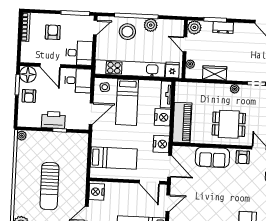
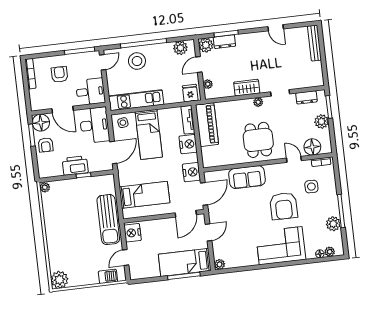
plant: (151, 25) -> (180, 48), moved
dresser: (223, 28) -> (224, 42), moved
door: (185, 44) -> (199, 64), hinge flipped
kitchen unit: (130, 69) -> (136, 100), width x0.73
wardrobe: (215, 73) -> (247, 88), moved
desk: (78, 81) -> (94, 125), width x1.37
piano: (182, 122) -> (207, 125), moved
dining table: (229, 124) -> (258, 140), turned 90
armchair: (243, 157) -> (284, 206), moved, width x1.88, depth x1.88
door: (170, 166) -> (204, 194), hinge flipped
door: (149, 182) -> (186, 214), hinge flipped
sun lounger: (49, 186) -> (108, 220), moved

